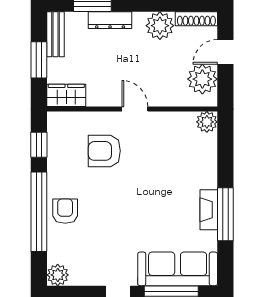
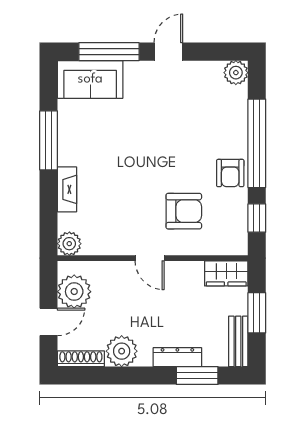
fireplace: (209, 210) -> (67, 189), moved
armchair: (65, 211) -> (230, 173), moved
sofa: (178, 269) -> (90, 79), width x0.73

